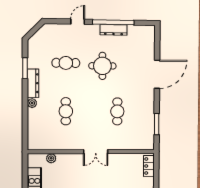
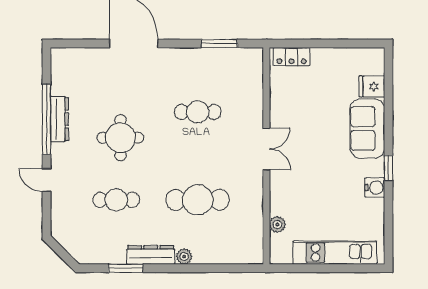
cafe table: (66, 63) -> (116, 200), turned 90
cafe table: (66, 111) -> (198, 200), width x1.37, depth x1.35

